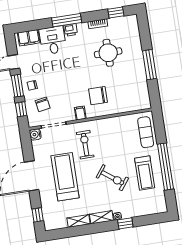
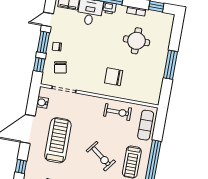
filing cabinet: (80, 113) -> (92, 87), removed
water cooler: (35, 134) -> (42, 102), moved
exercise bike: (85, 145) -> (118, 112), moved, turned 90

